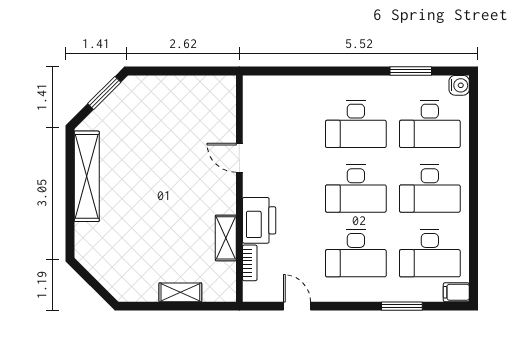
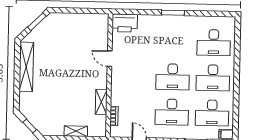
window: (411, 71) -> (173, 13), moved
water cooler: (459, 85) -> (230, 22), removed
desk: (356, 124) -> (173, 42), removed
printer: (259, 220) -> (125, 23), moved, turned 90
window: (95, 285) -> (30, 126), added

